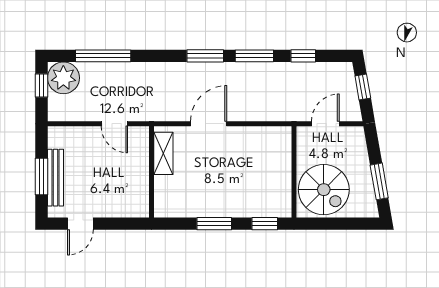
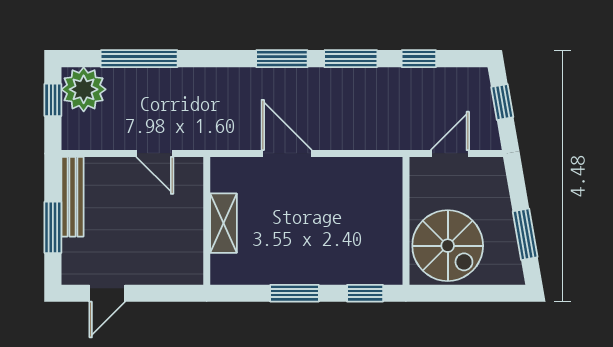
door: (209, 124) -> (287, 153), hinge flipped
shelving: (163, 153) -> (223, 223), moved
bench: (55, 178) -> (72, 197), moved

